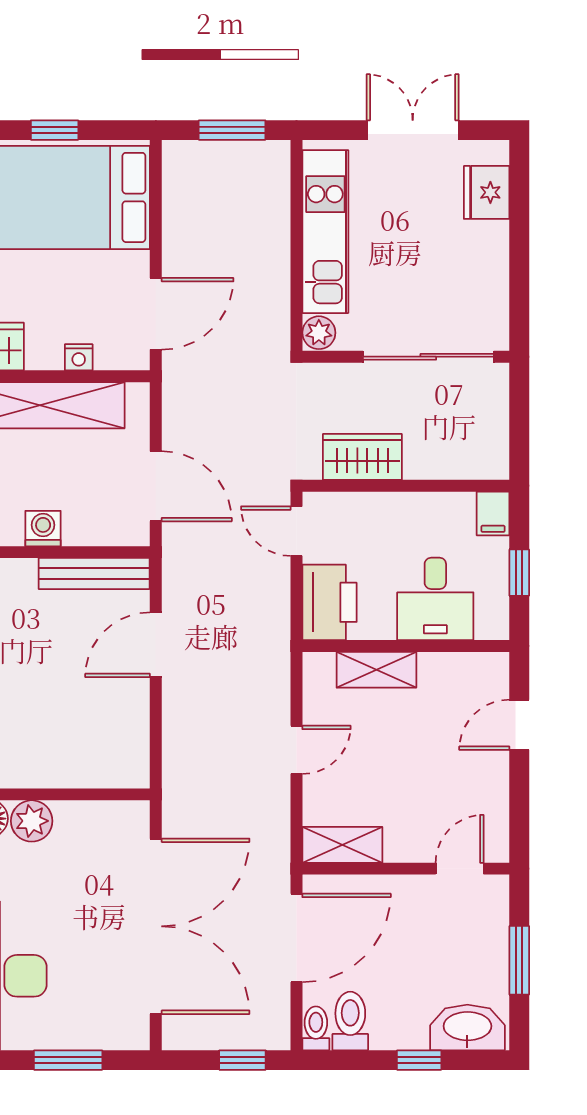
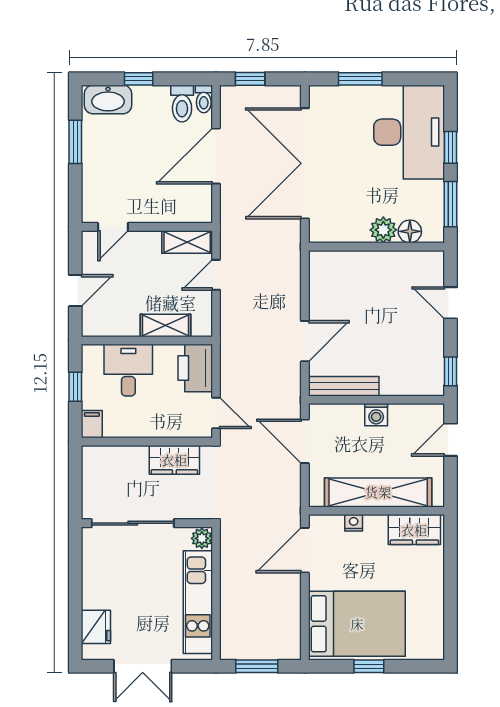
shelving: (342, 845) -> (187, 242), moved
wall: (406, 869) -> (147, 227), moved
door: (460, 869) -> (113, 227), moved

